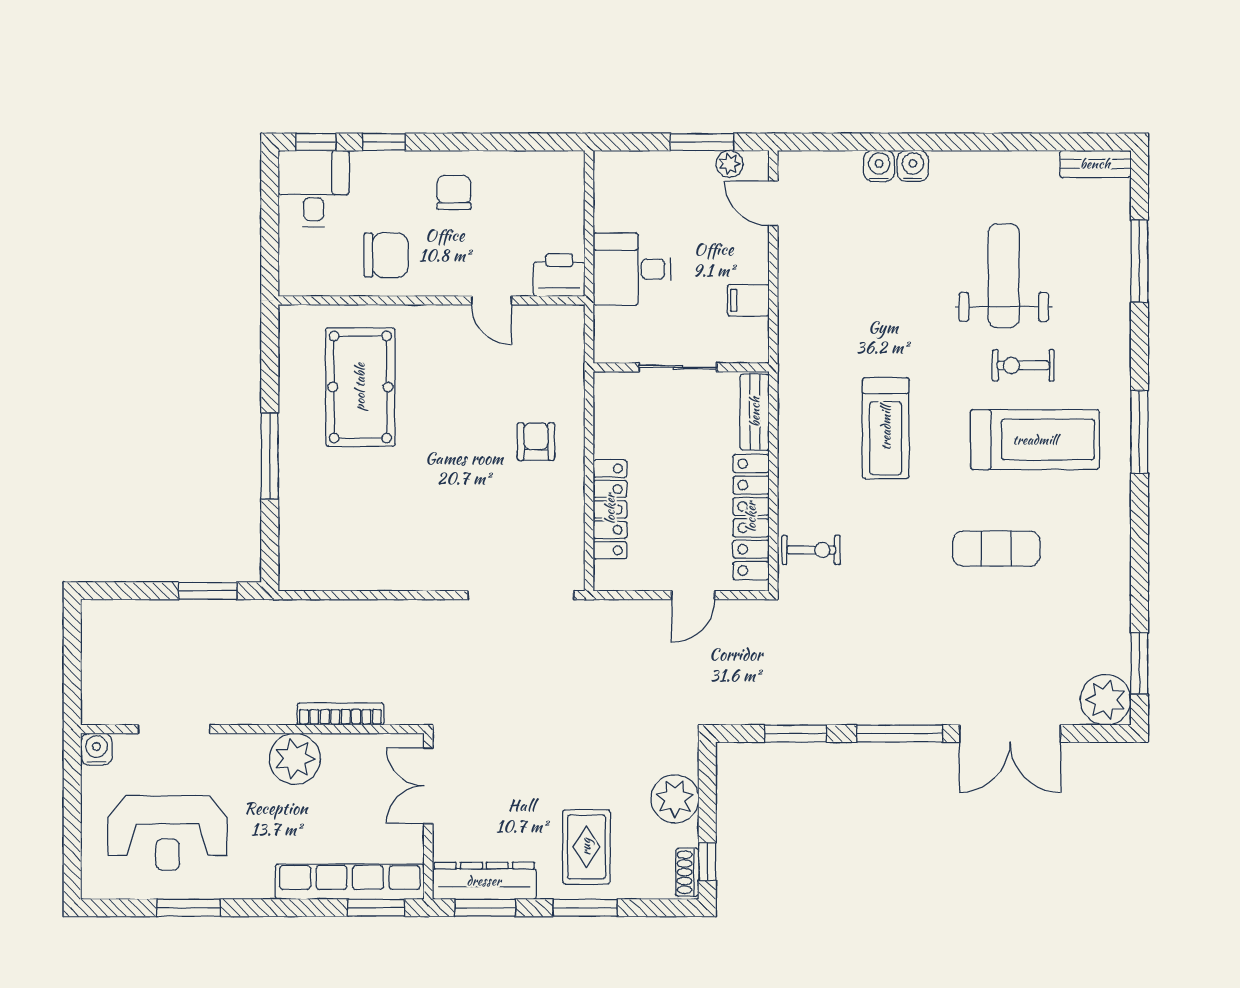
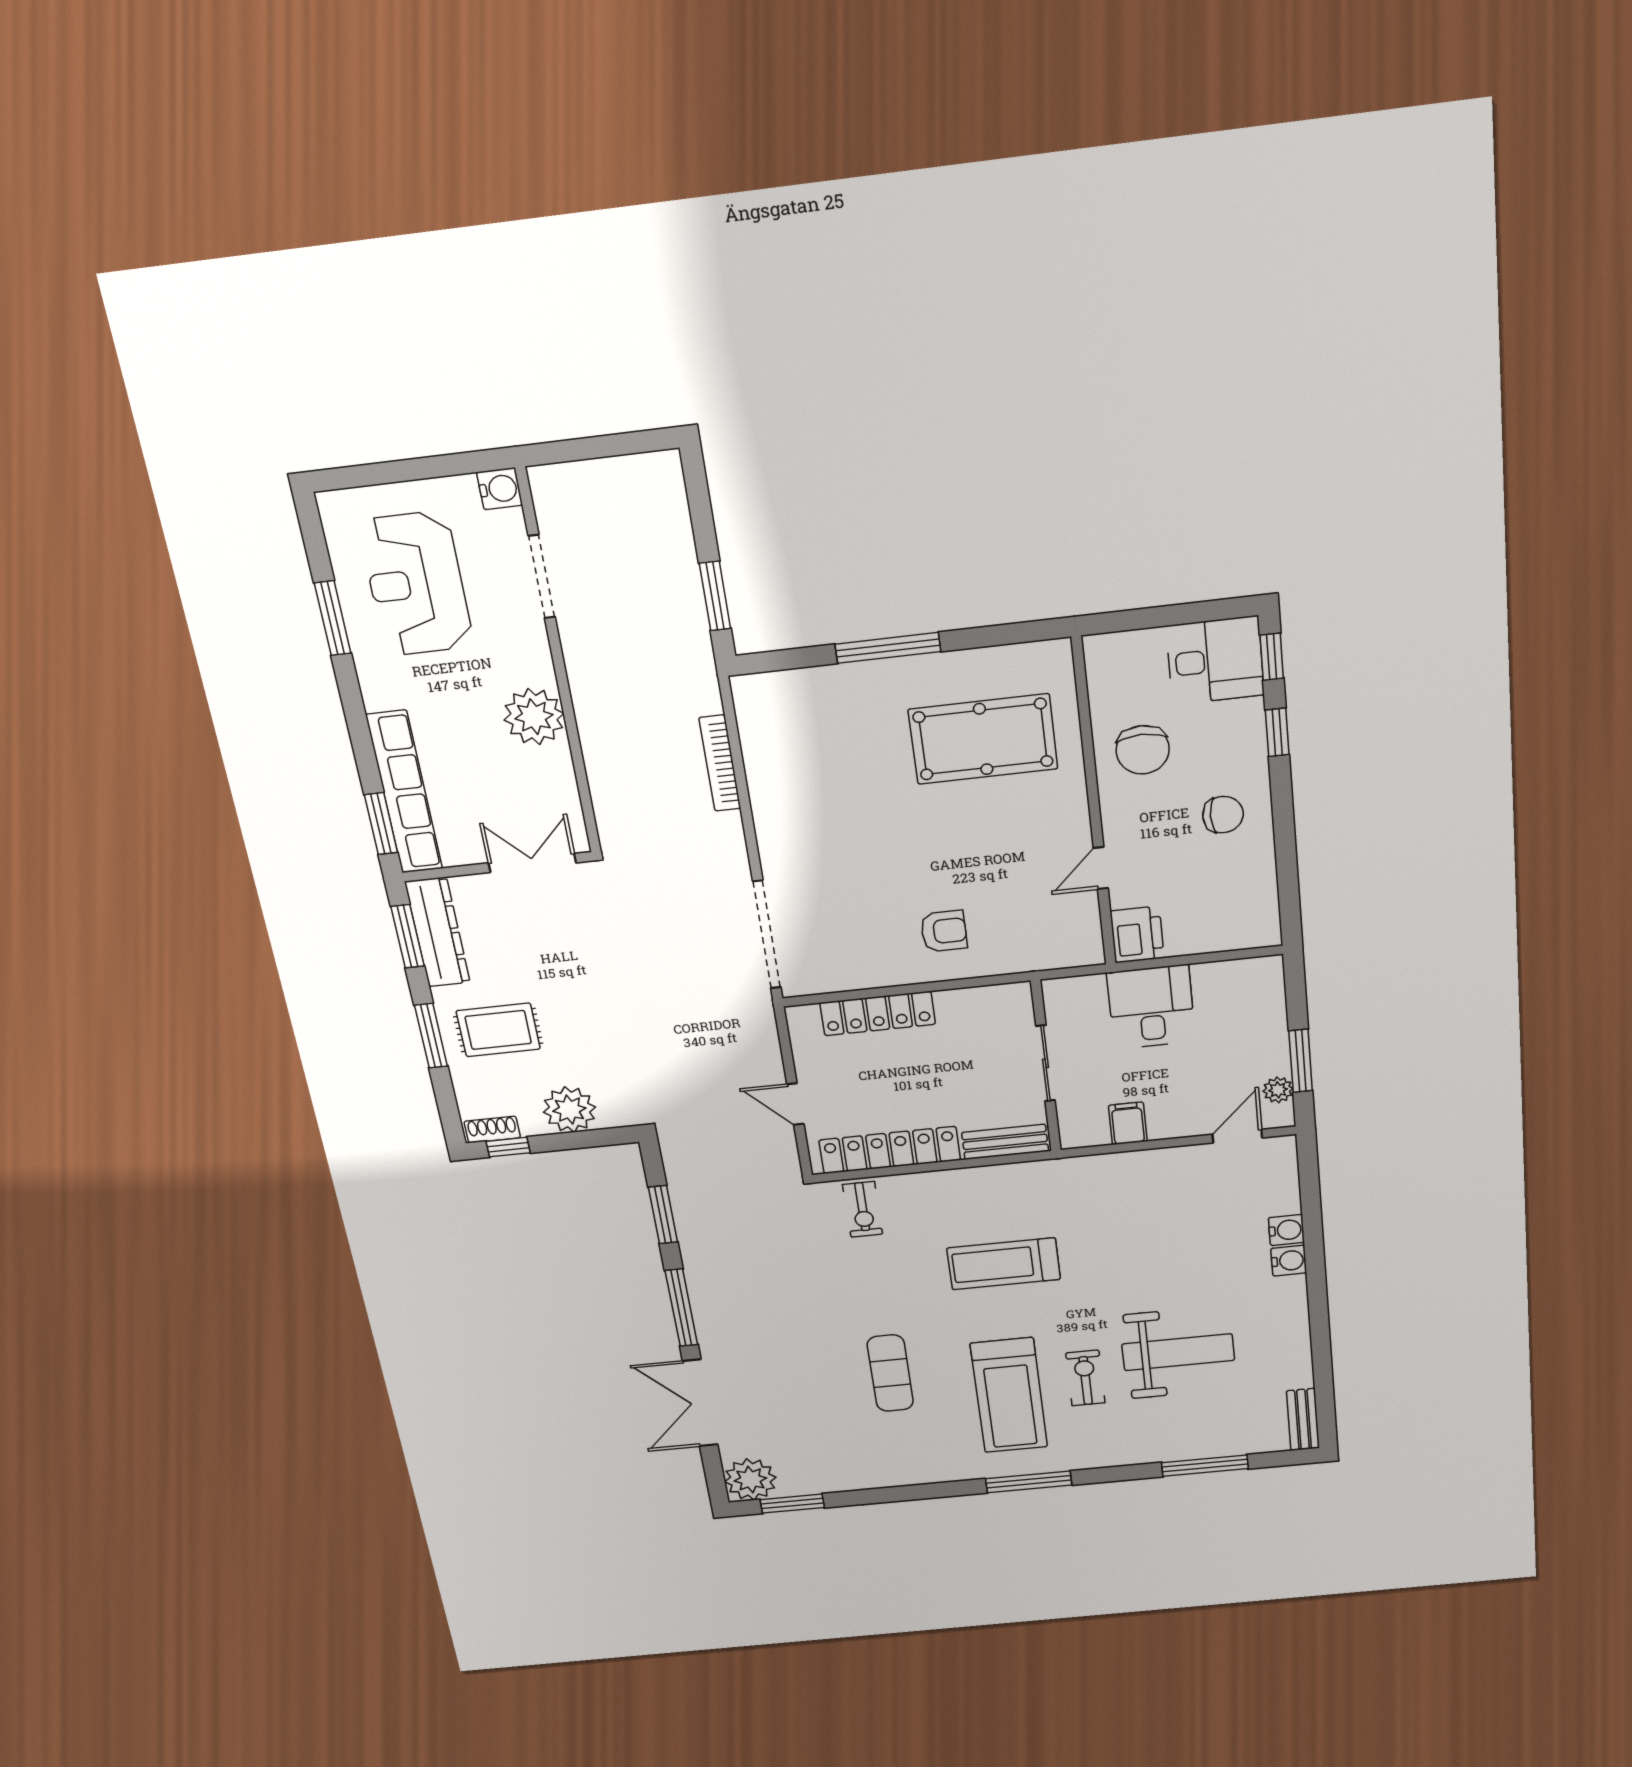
bookcase: (340, 714) -> (720, 763), moved, turned 180

